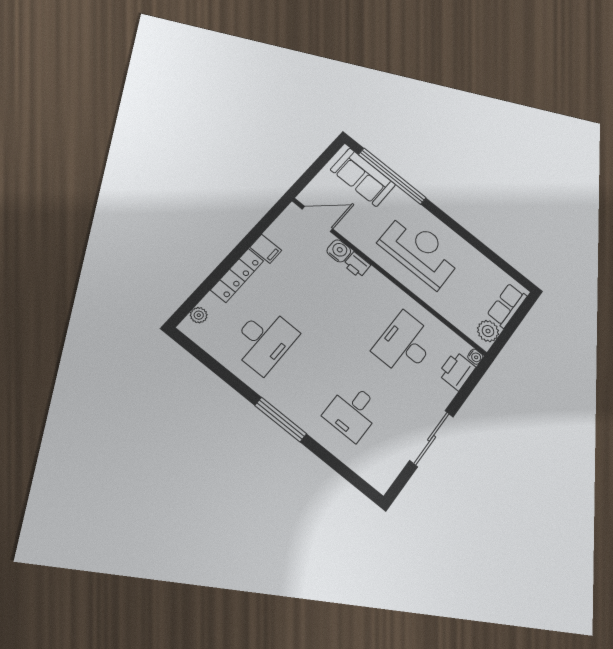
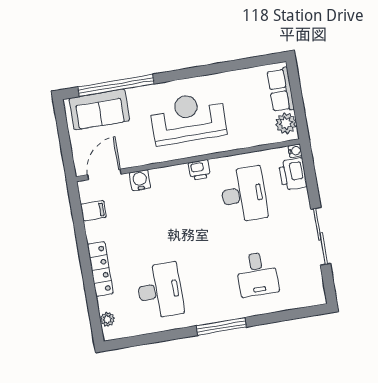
filing cabinet: (266, 249) -> (93, 211), moved
printer: (357, 265) -> (199, 170), moved
desk: (405, 344) -> (244, 195), turned 180

